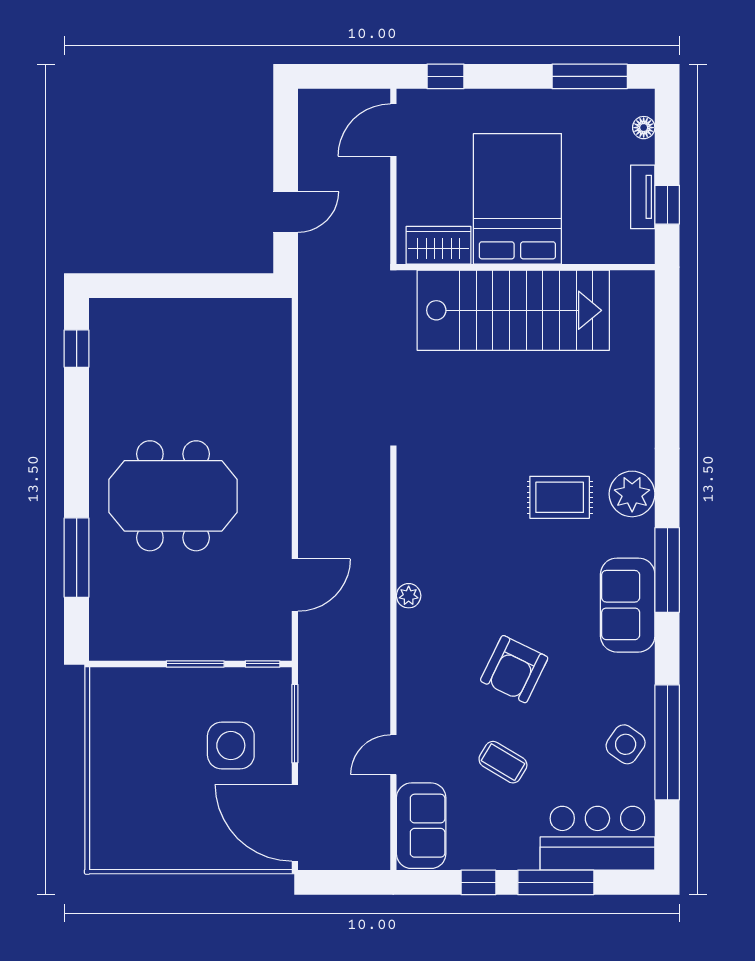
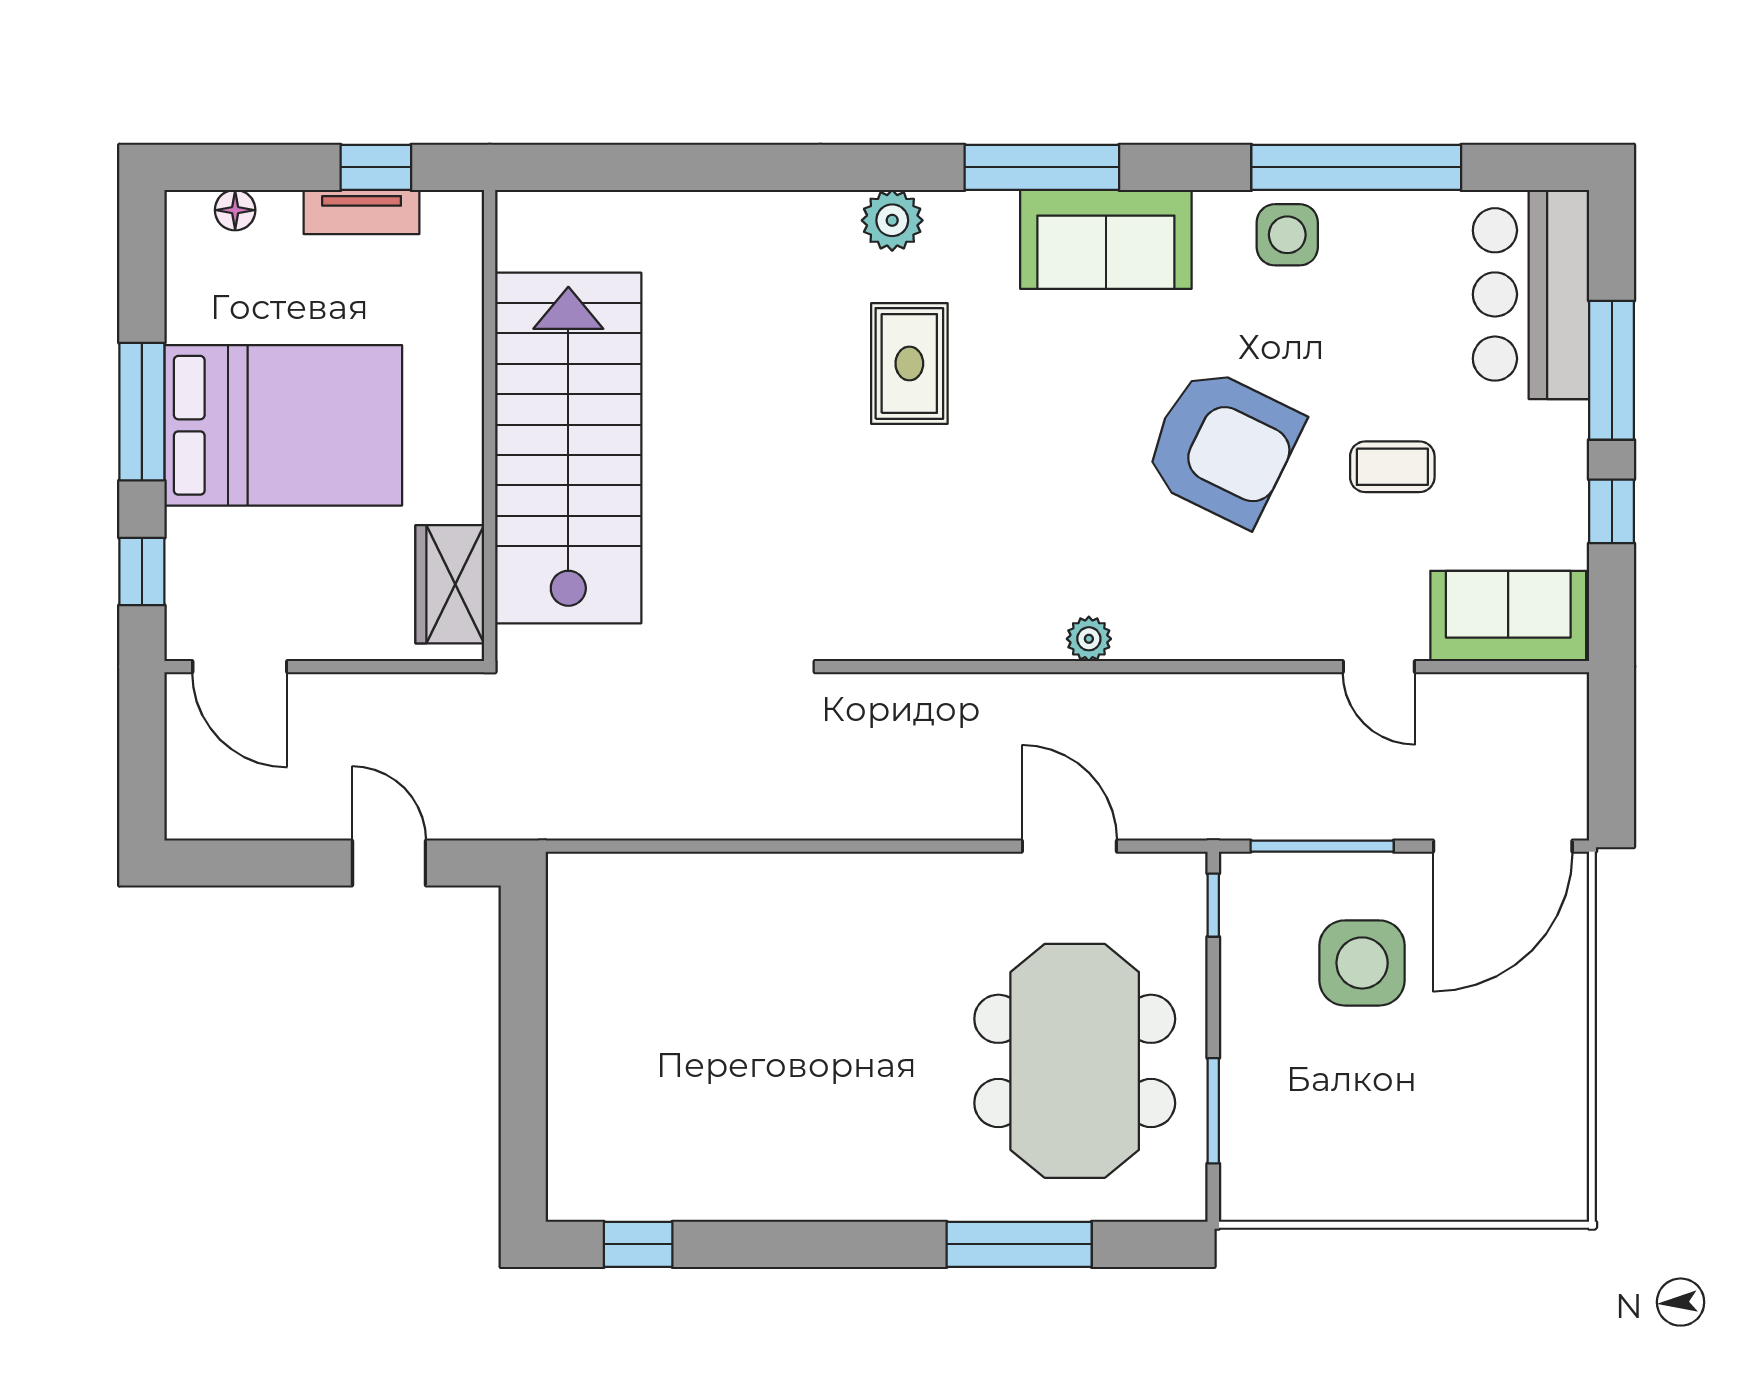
window: (590, 76) -> (142, 412), moved
bed: (517, 199) -> (283, 425), moved, turned 180
plant: (632, 494) -> (892, 220), width x0.73, depth x0.73
meeting table: (173, 496) -> (1075, 1061), moved
window: (195, 664) -> (1213, 1111), moved
armchair: (514, 669) -> (1223, 446), width x1.36, depth x1.36
side table: (626, 744) -> (1287, 235), moved, turned -35
coffee table: (503, 762) -> (1392, 467), turned 59

